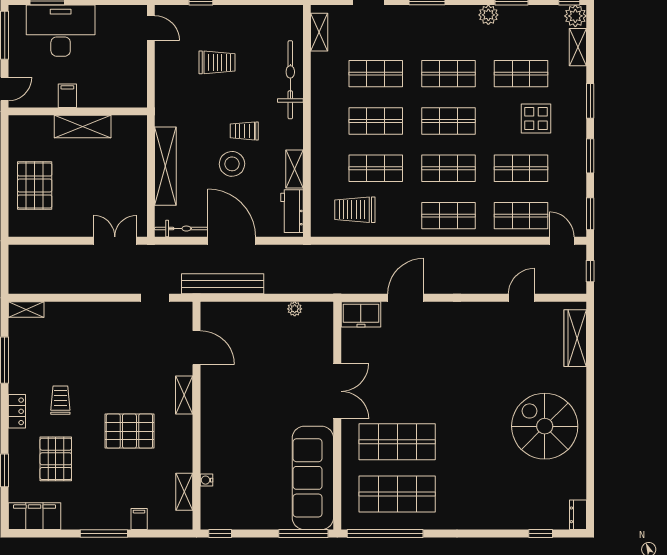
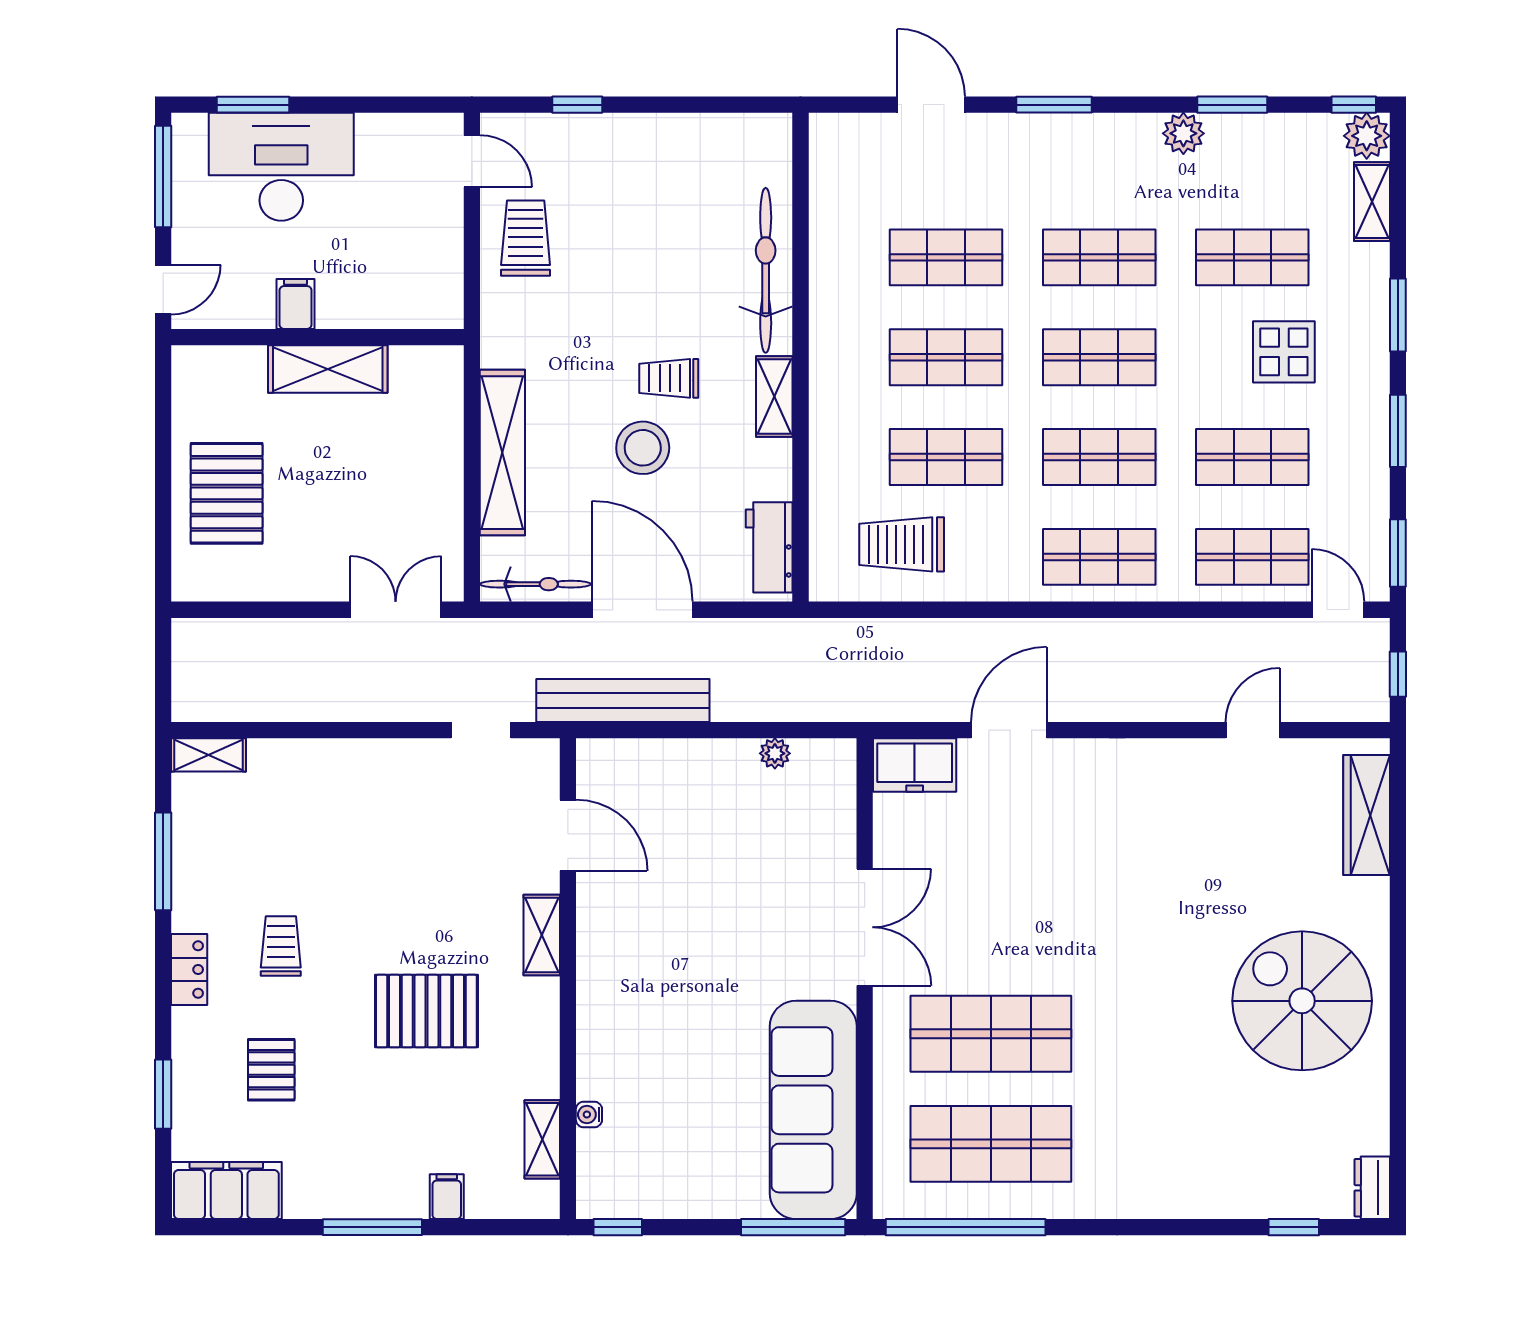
shelving: (319, 32) -> (826, 170), removed
trolley: (217, 62) -> (526, 238), moved, turned -90
shelving: (294, 169) -> (774, 397), moved
pallet: (56, 459) -> (271, 1070), width x0.67, depth x0.71

